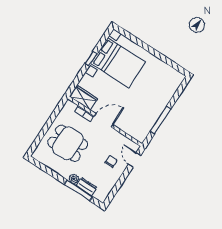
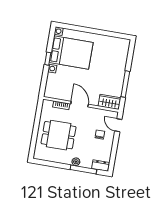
wardrobe: (84, 98) -> (109, 102), moved
door: (104, 120) -> (80, 104), hinge flipped
dresser: (87, 187) -> (100, 166), moved

